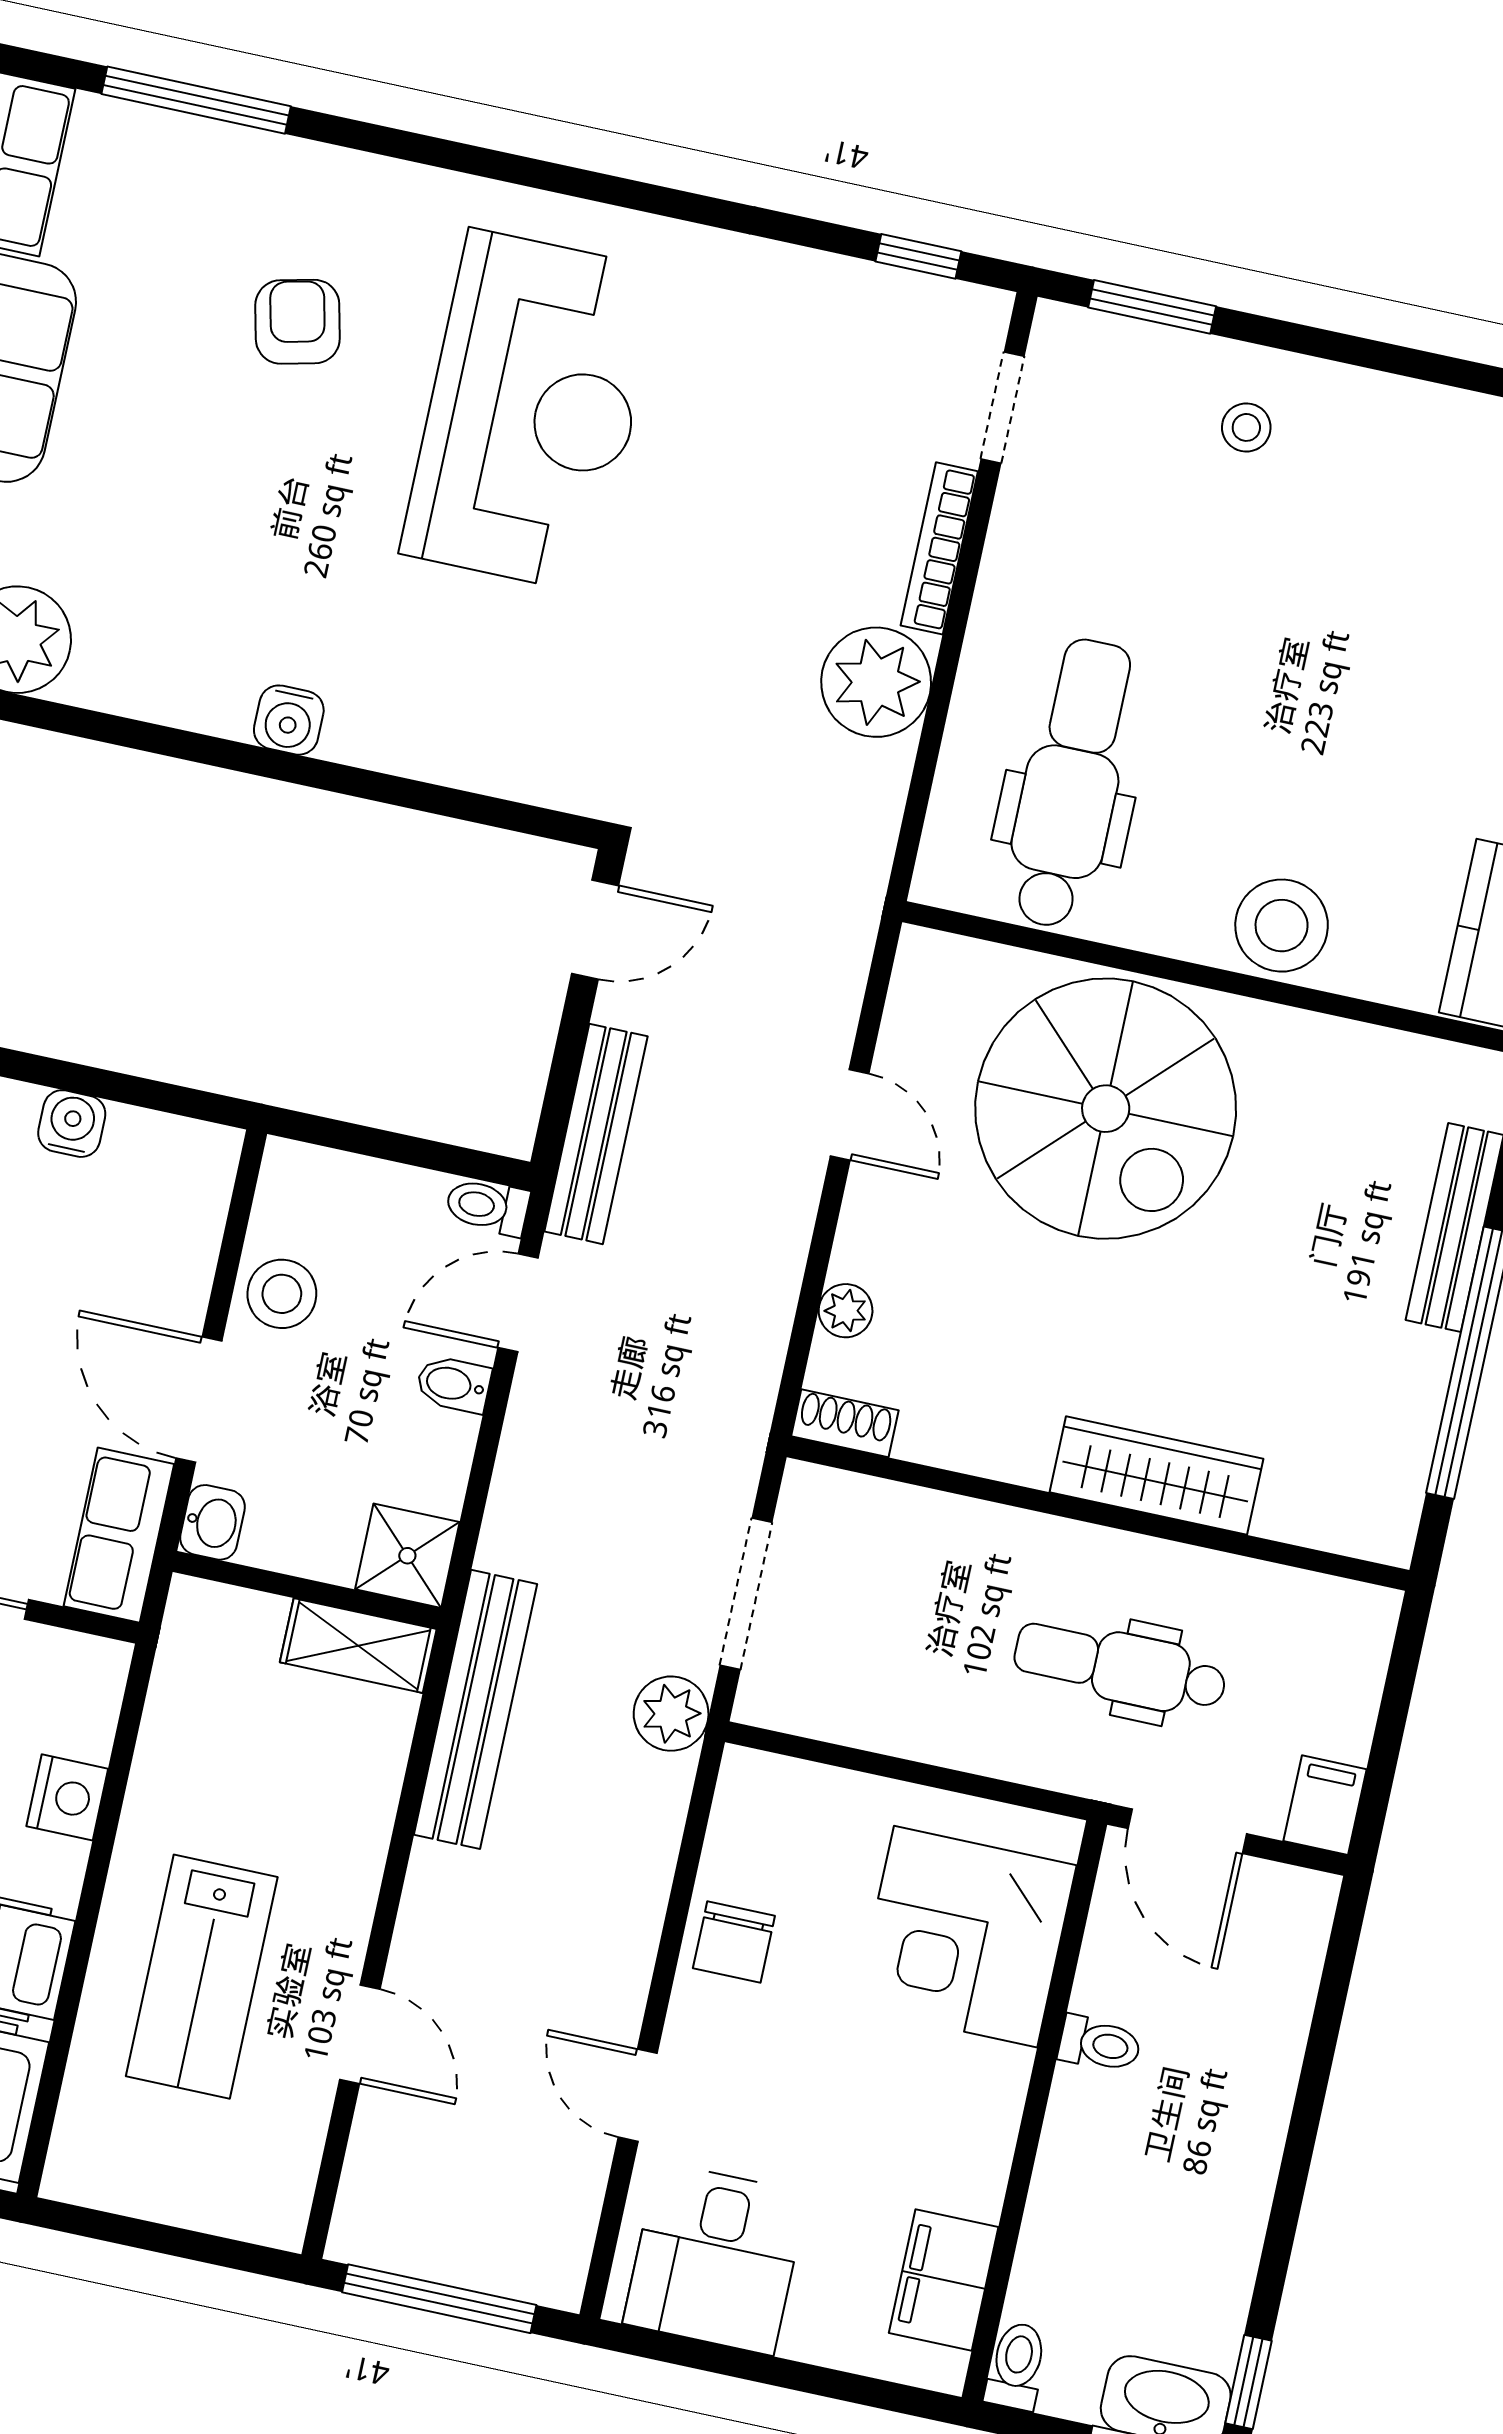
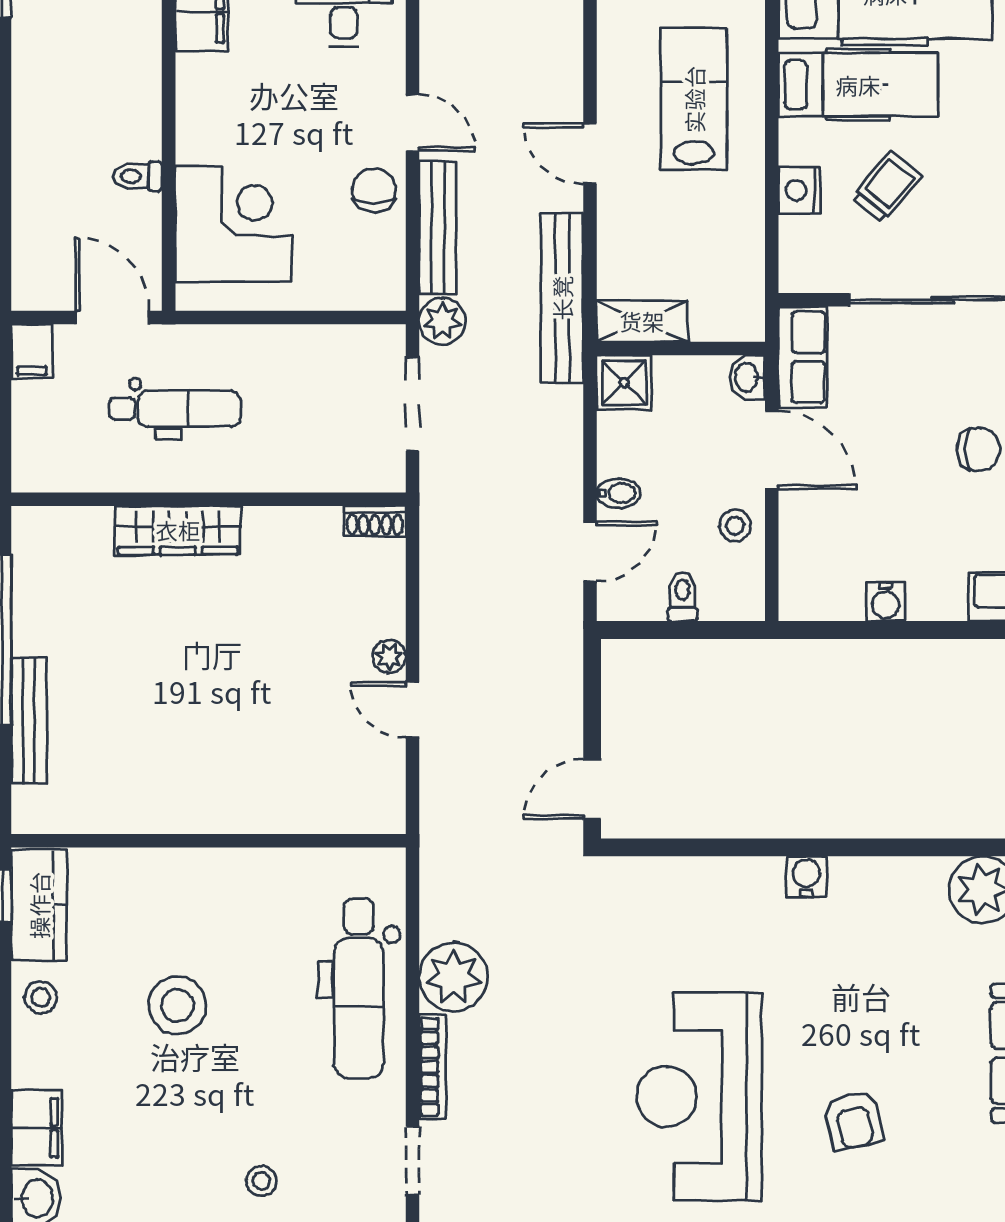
dental chair: (1071, 783) -> (359, 988), moved
stool: (1282, 926) -> (177, 1005), moved
spiral stairs: (1106, 1109) -> (257, 747), removed
bench: (596, 1134) -> (438, 228), moved
toilet: (487, 1206) -> (683, 597), moved, turned -90
stool: (282, 1294) -> (735, 526), width x0.73, depth x0.73
plant: (846, 1311) -> (389, 657), moved
door: (360, 2034) -> (590, 154), moved
door: (638, 2095) -> (413, 123), moved

